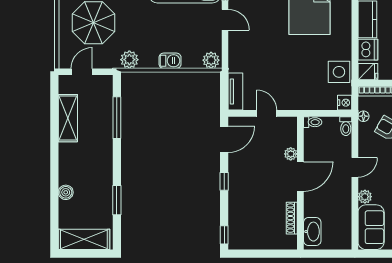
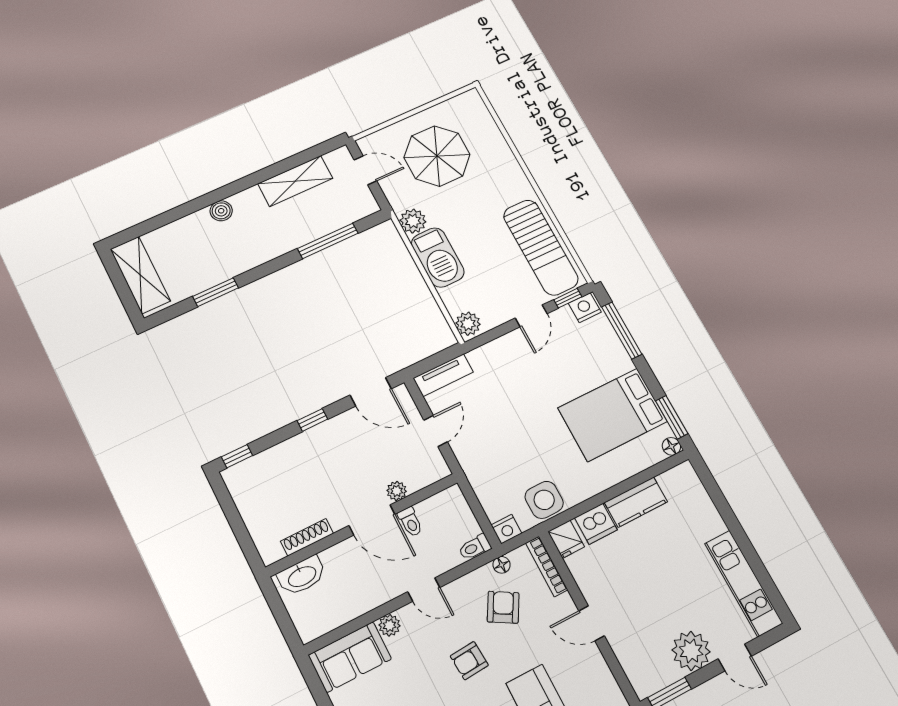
barbecue: (170, 61) -> (438, 257), width x1.88, depth x1.53
toilet: (313, 122) -> (410, 522), moved
boiler: (66, 192) -> (221, 211), moved

